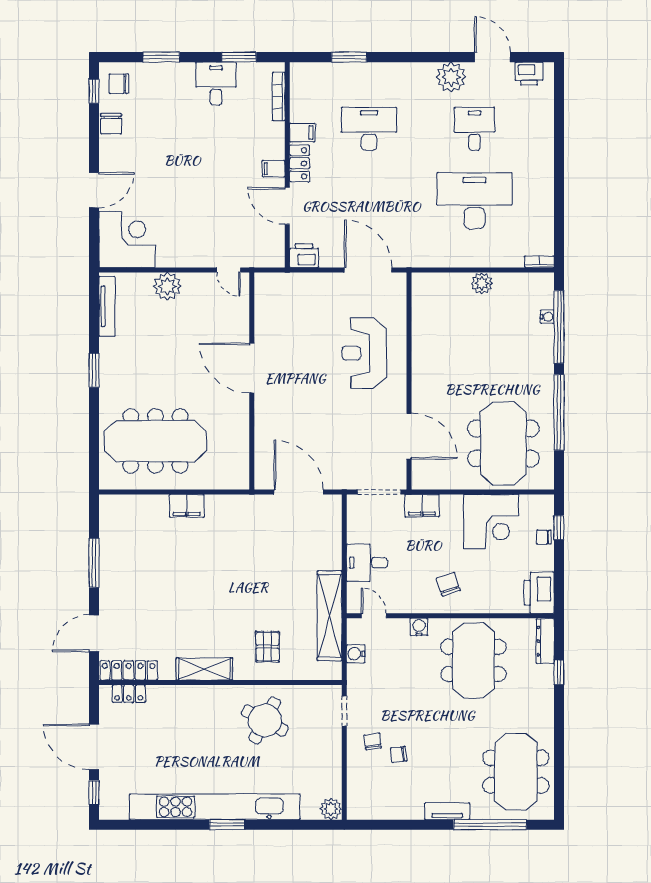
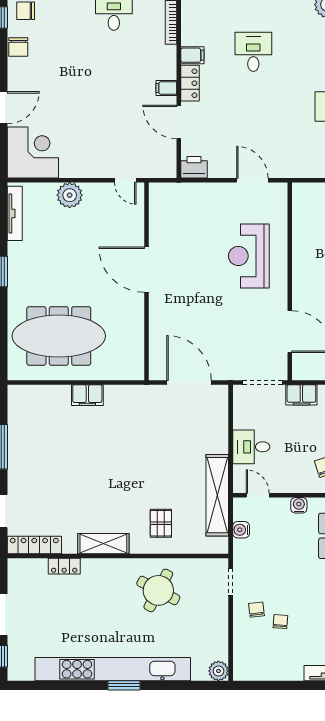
desk: (369, 129) -> (253, 52), width x0.73
door: (368, 270) -> (252, 180), width x0.73
locker: (129, 694) -> (64, 566), moved
chair: (399, 755) -> (280, 622), turned 101

